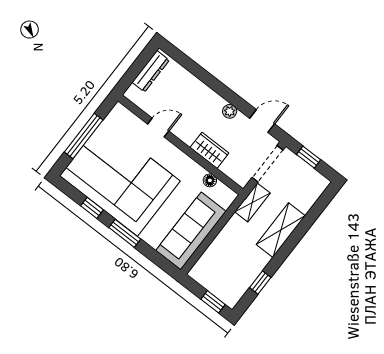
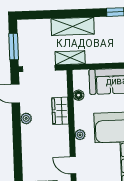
door: (158, 128) -> (73, 165), moved
plant: (171, 150) -> (80, 135), added
window: (309, 157) -> (14, 47), width x1.50

